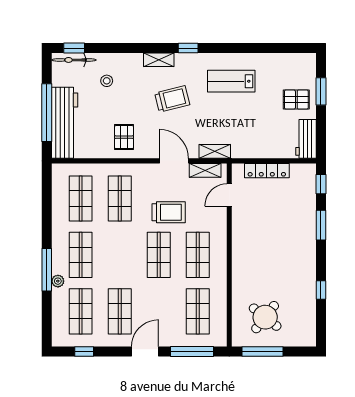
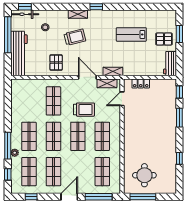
lab bench: (231, 81) -> (131, 34), moved
trolley: (172, 99) -> (75, 37), moved
window: (47, 113) -> (8, 35), moved
locker: (267, 171) -> (141, 83), width x0.66
shop shelf: (81, 199) -> (53, 136), moved
window: (47, 316) -> (8, 174), added
round table: (265, 317) -> (144, 175), turned -38

